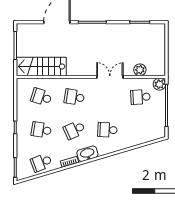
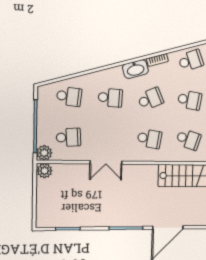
plant: (140, 70) -> (45, 171), moved
school desk: (140, 130) -> (69, 96), added

